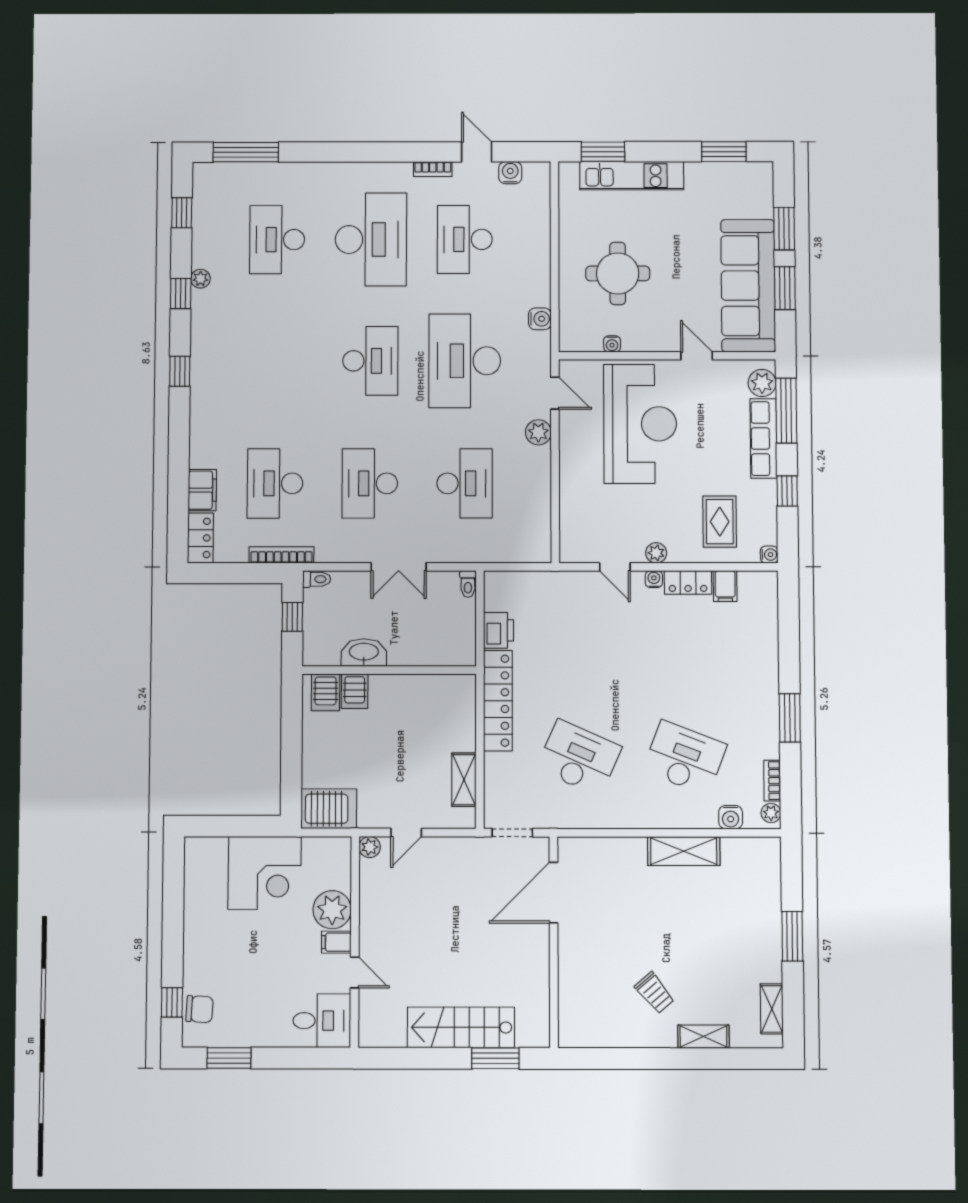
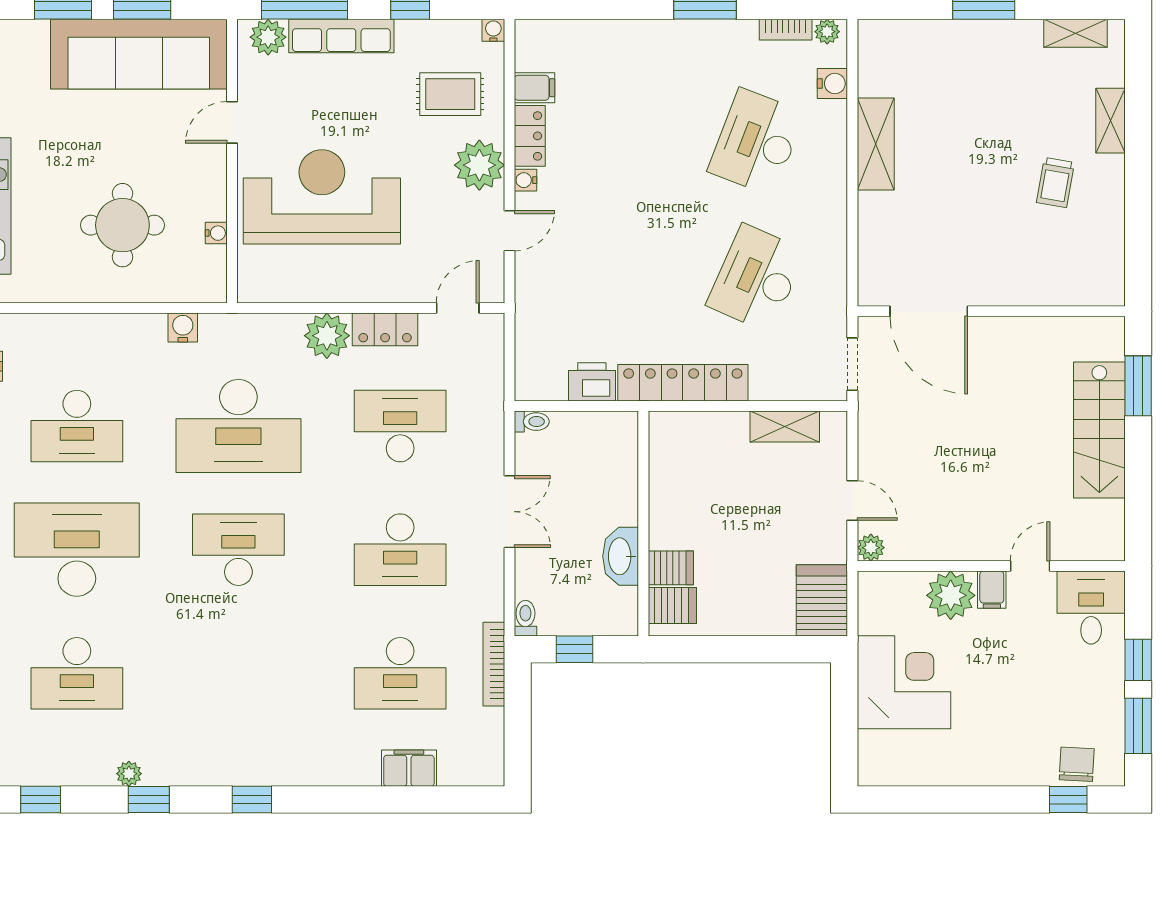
door: (555, 393) -> (458, 308), moved
plant: (538, 432) -> (327, 336), width x1.36, depth x1.36
locker: (200, 538) -> (385, 329), moved, turned 180
plant: (656, 553) -> (479, 165), width x1.88, depth x1.88
trolley: (655, 993) -> (1055, 183), turned 140
window: (281, 1058) -> (1138, 660), added

